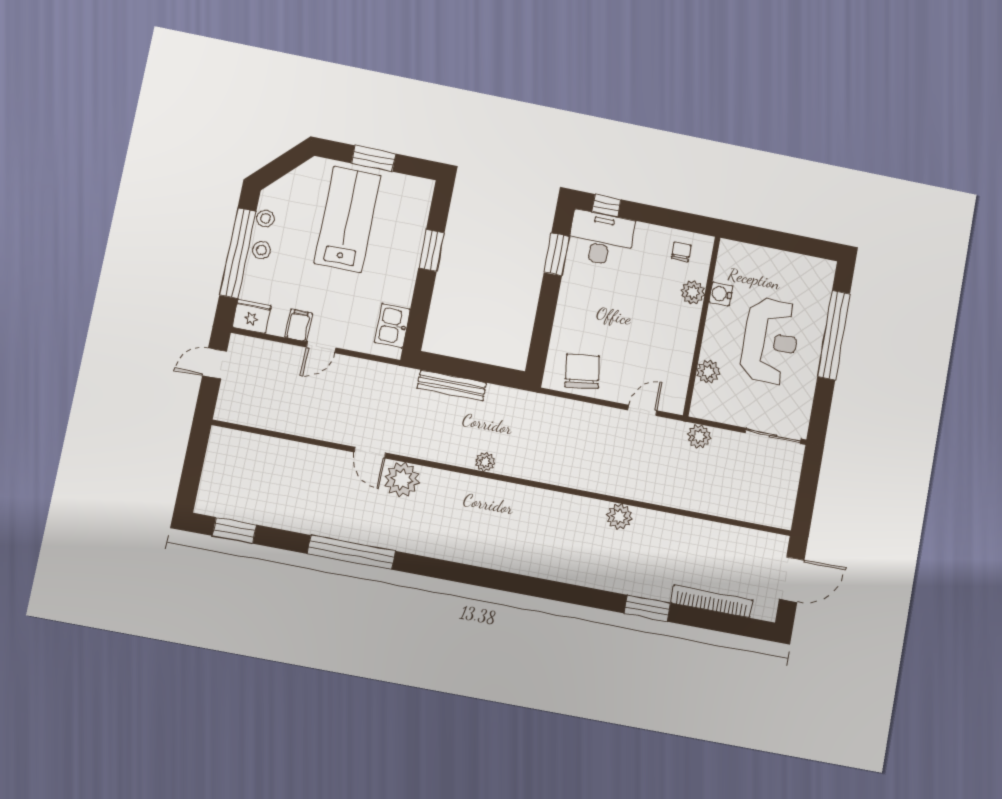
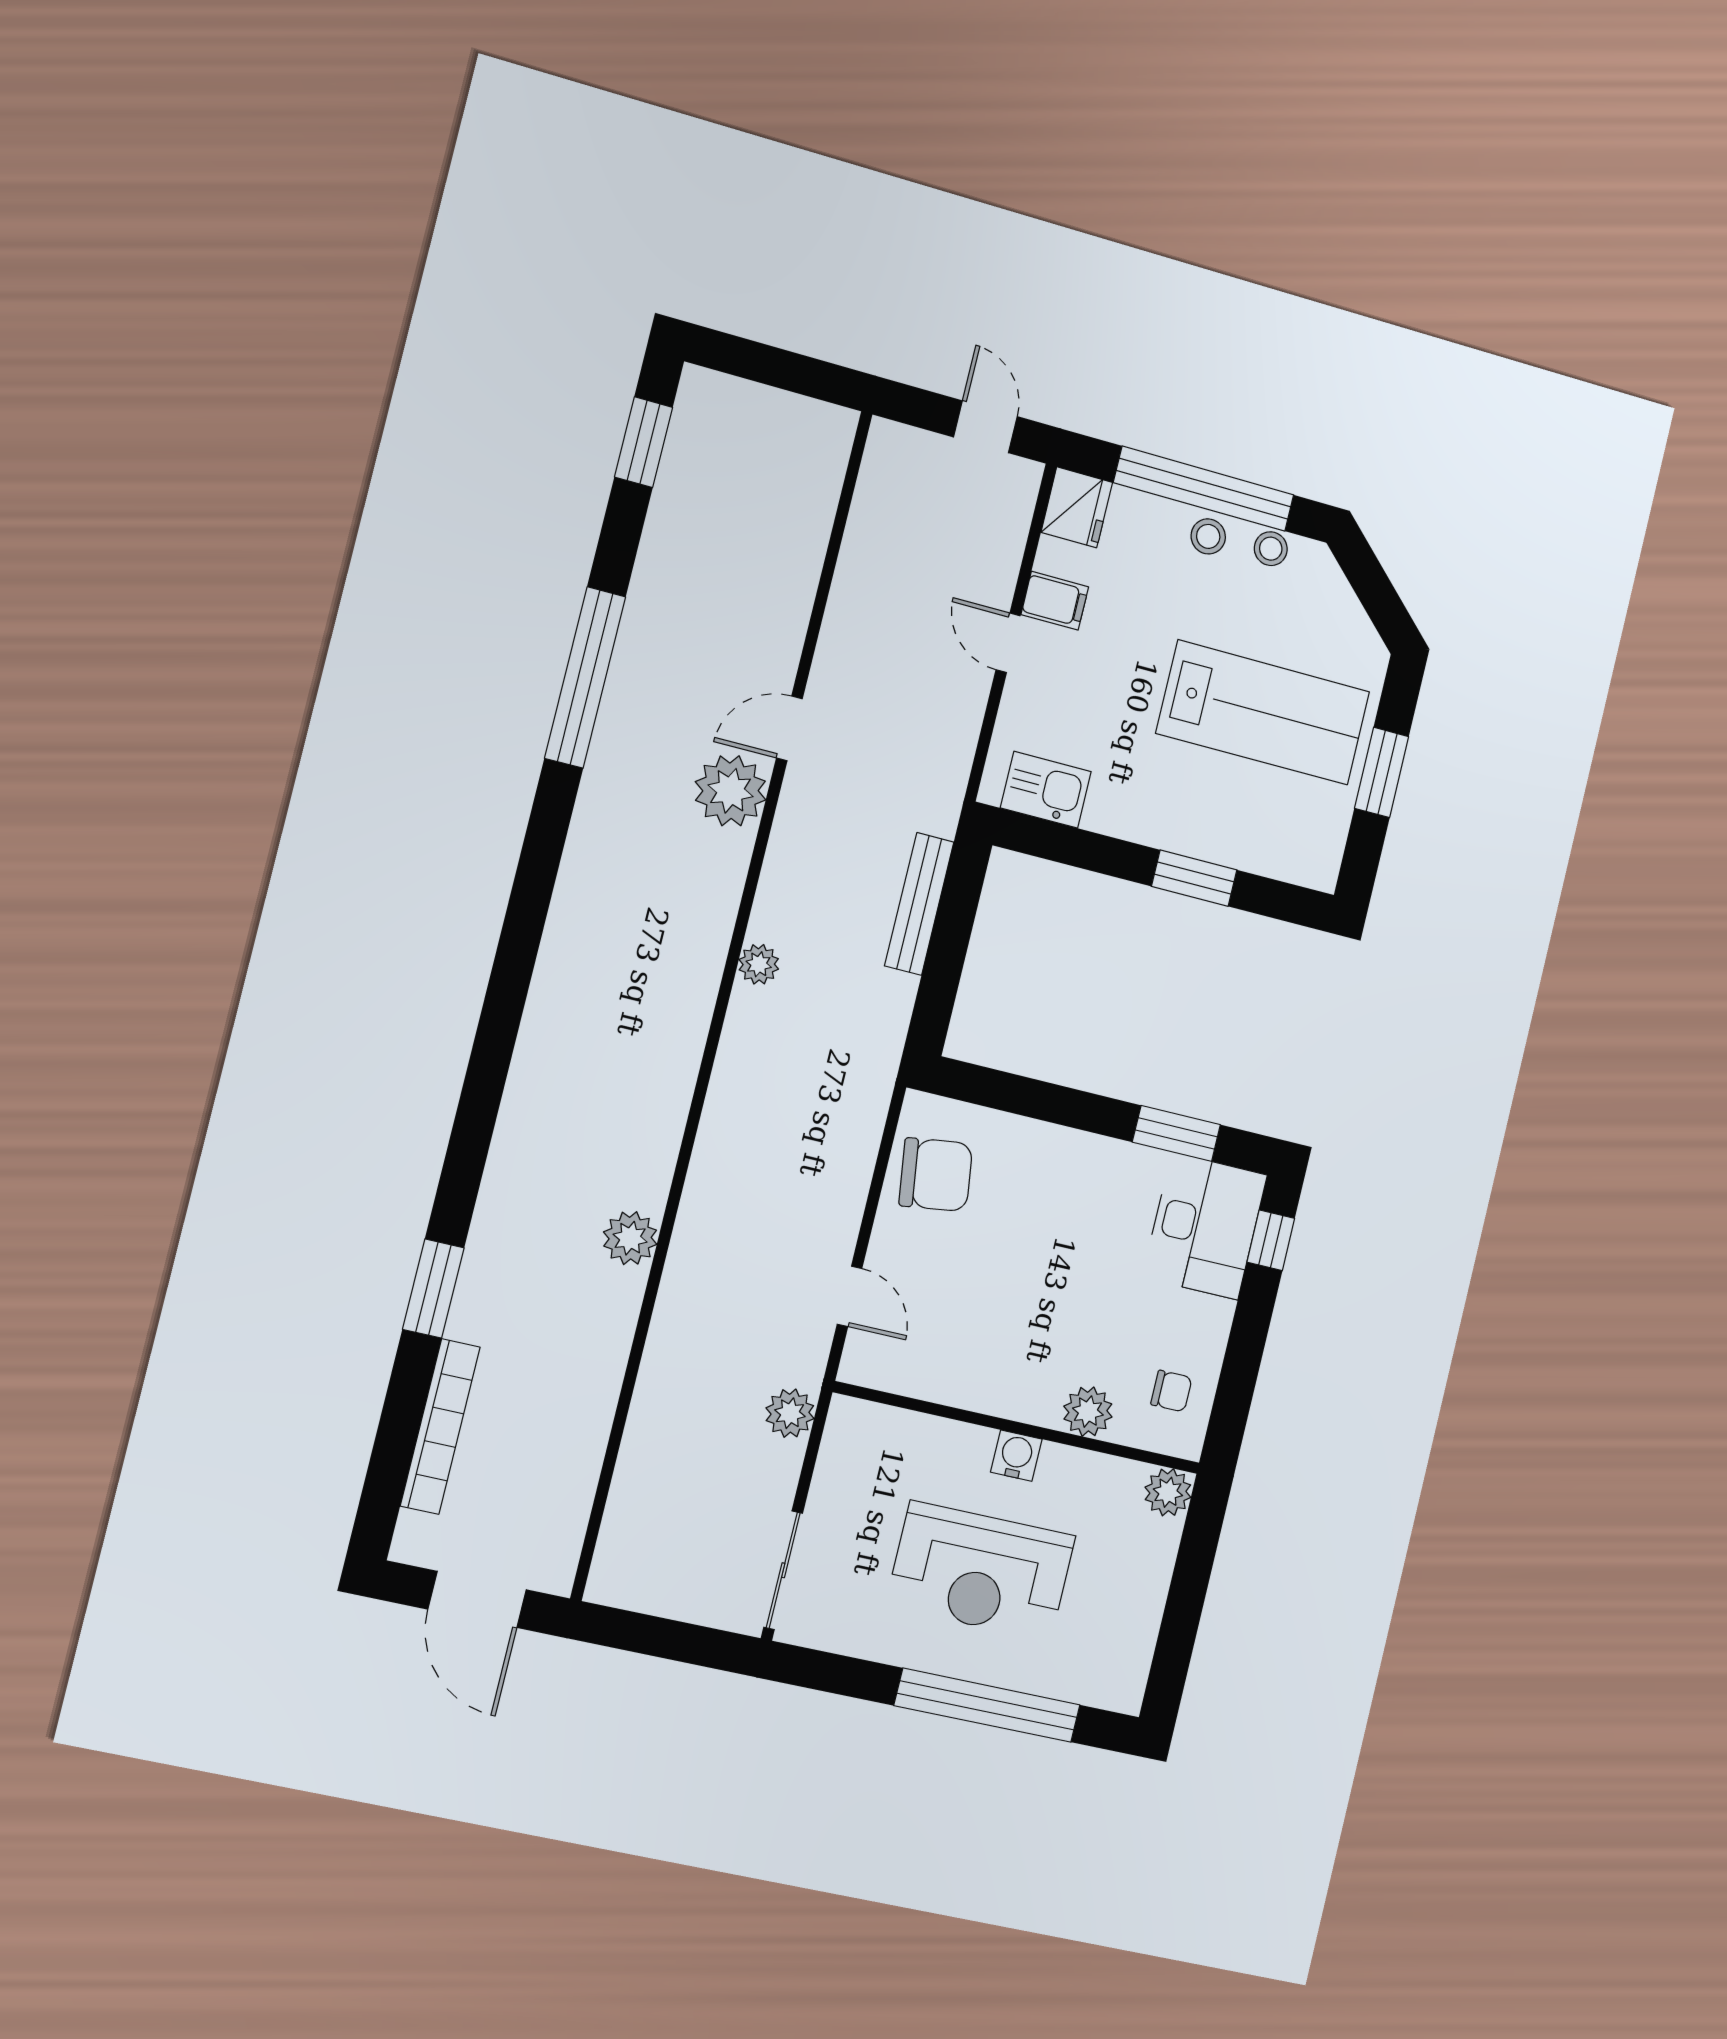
water cooler: (721, 294) -> (1016, 1456), moved
plant: (708, 372) -> (1168, 1492), moved

